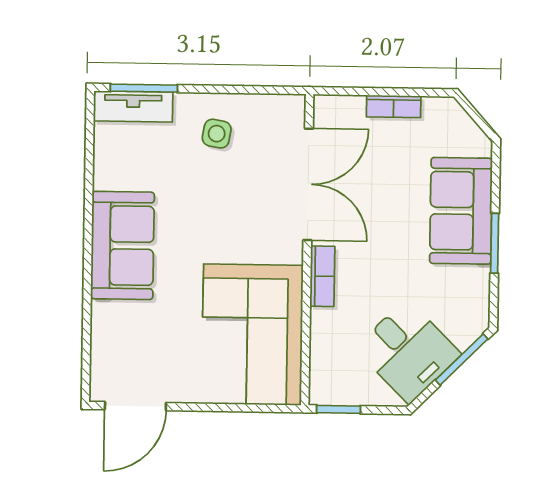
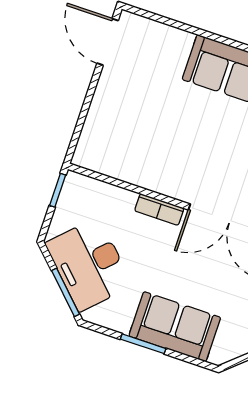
corner sofa: (252, 335) -> (133, 144), removed
desk: (408, 351) -> (89, 264), width x1.37

